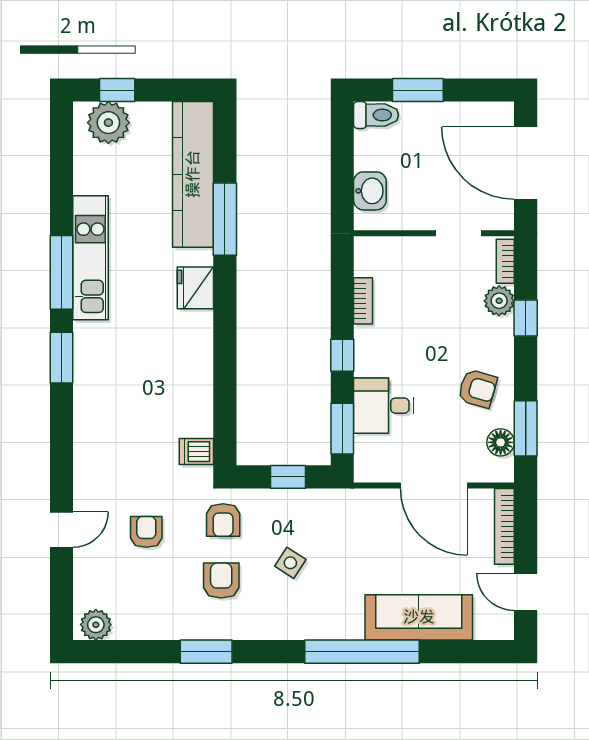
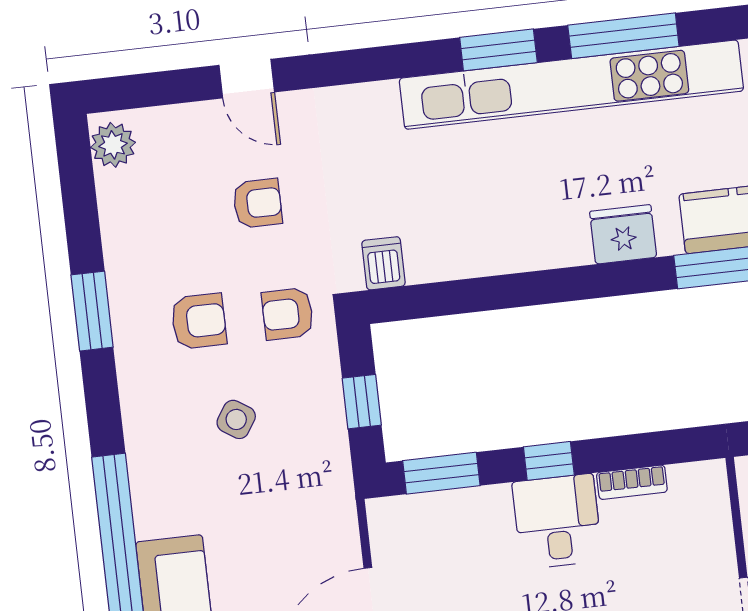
kitchen unit: (90, 258) -> (571, 85), width x1.86
desk: (384, 406) -> (557, 521), moved

